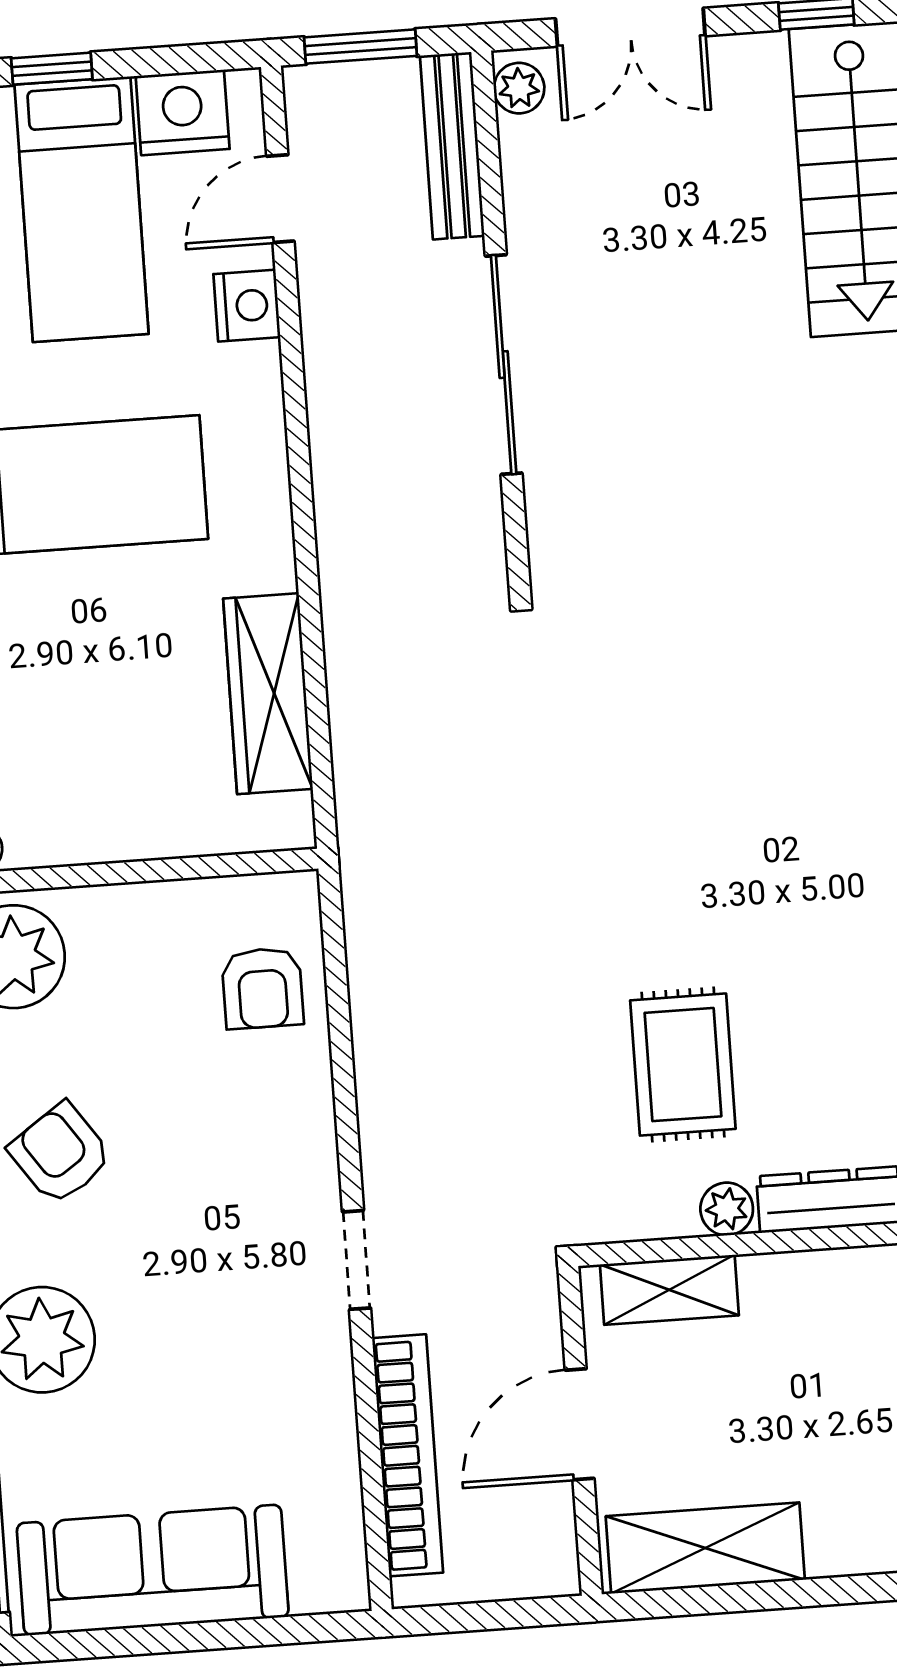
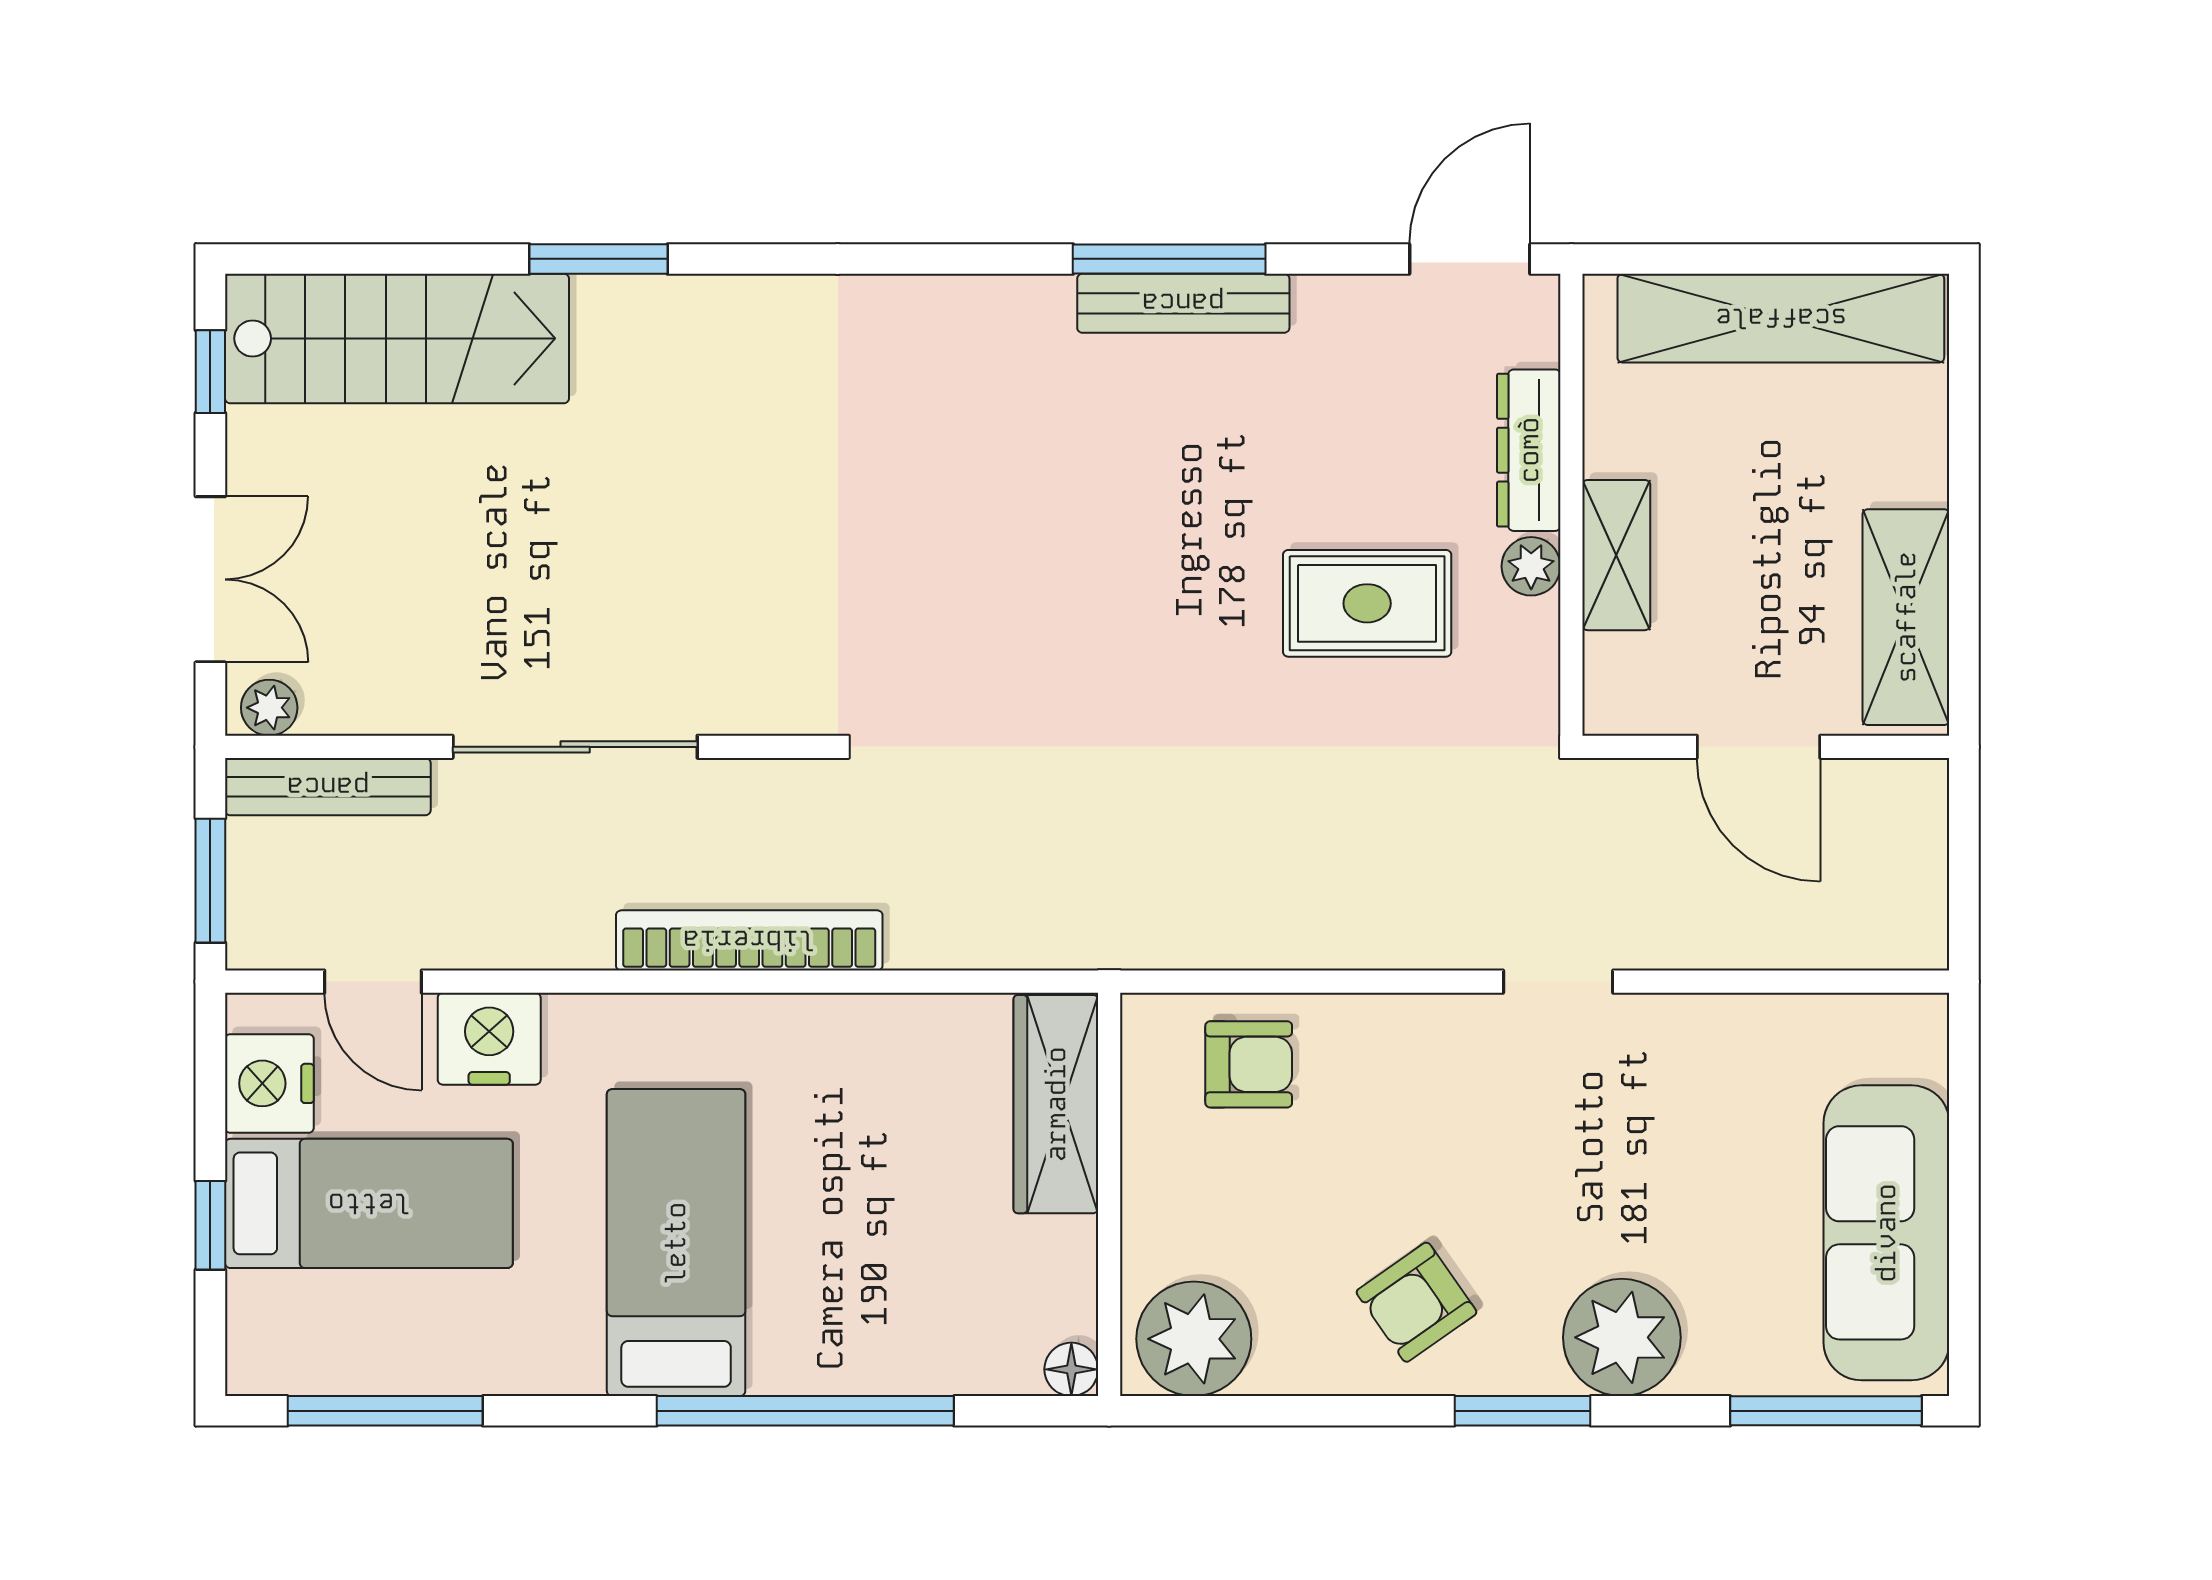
nightstand: (247, 306) -> (489, 1039), width x1.36, depth x1.33
wardrobe: (268, 694) -> (1056, 1104), moved, turned 90
shelving: (669, 1290) -> (1616, 555), moved
bookcase: (408, 1455) -> (749, 940), moved

